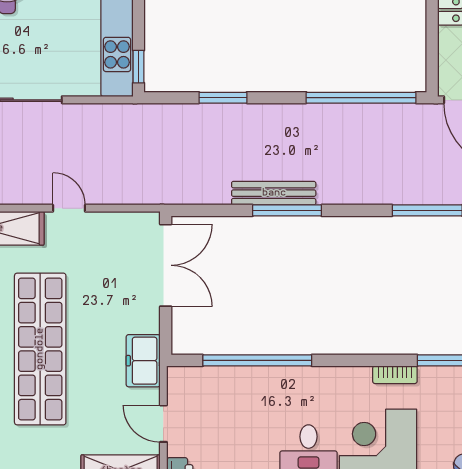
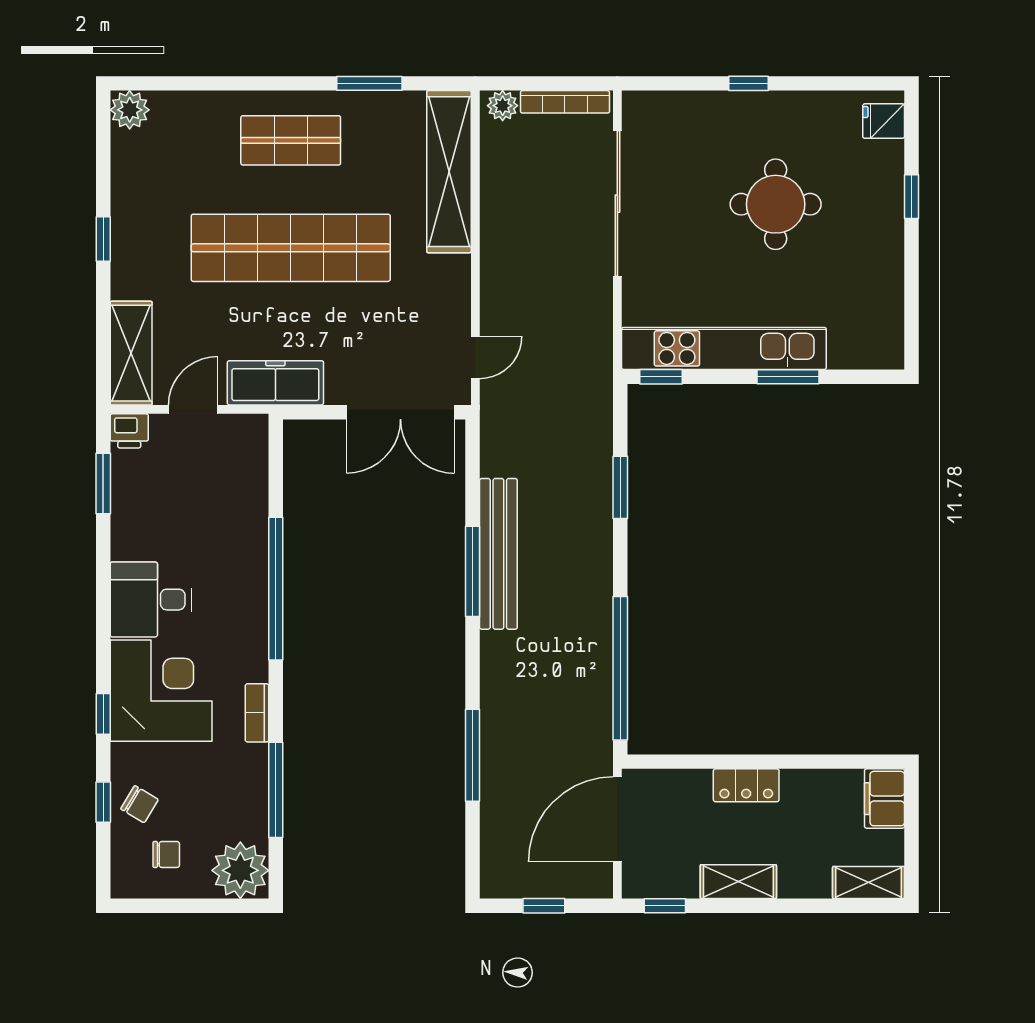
bench: (274, 193) -> (498, 554), width x1.37, depth x1.21
door: (69, 208) -> (475, 357), moved
window: (257, 360) -> (276, 589), moved
freezer: (143, 361) -> (275, 383), width x1.40

